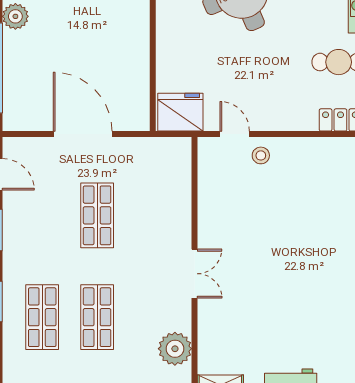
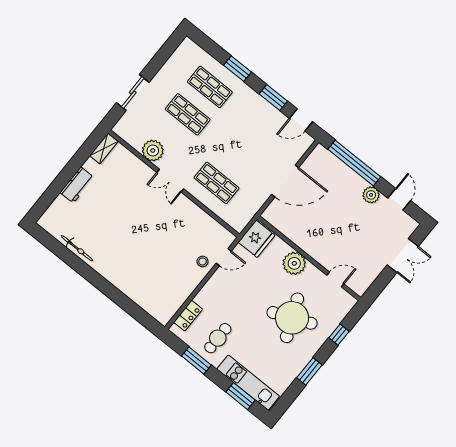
plant: (173, 43) -> (294, 263), added
shop shelf: (97, 215) -> (216, 183), moved
plant: (175, 349) -> (153, 151), moved

